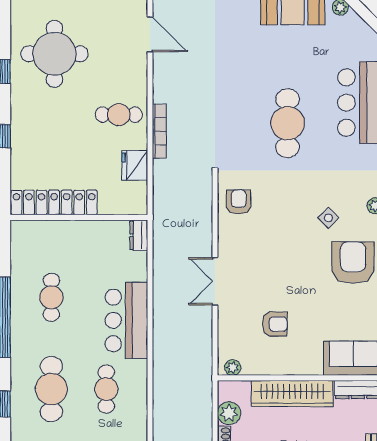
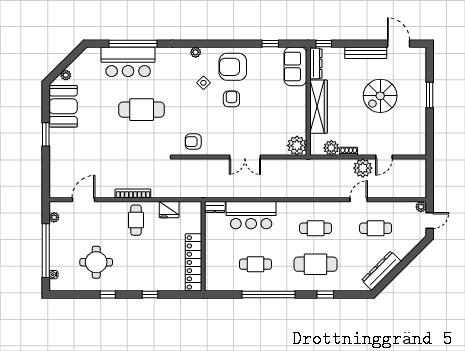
round table: (54, 54) -> (96, 262), width x0.73, depth x0.73
bookcase: (159, 131) -> (133, 194), moved
bar counter: (126, 320) -> (251, 215), moved
armchair: (275, 324) -> (231, 99), moved
plant: (233, 368) -> (297, 146), width x1.88, depth x1.88

